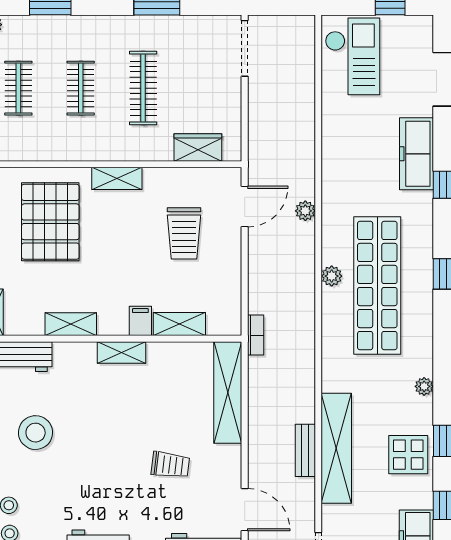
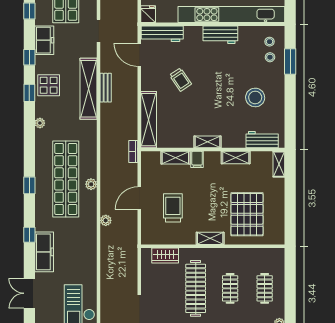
clothes rail: (143, 88) -> (196, 288), width x1.37, depth x1.31
door: (245, 206) -> (139, 198), moved
trolley: (170, 465) -> (180, 80), turned -131

